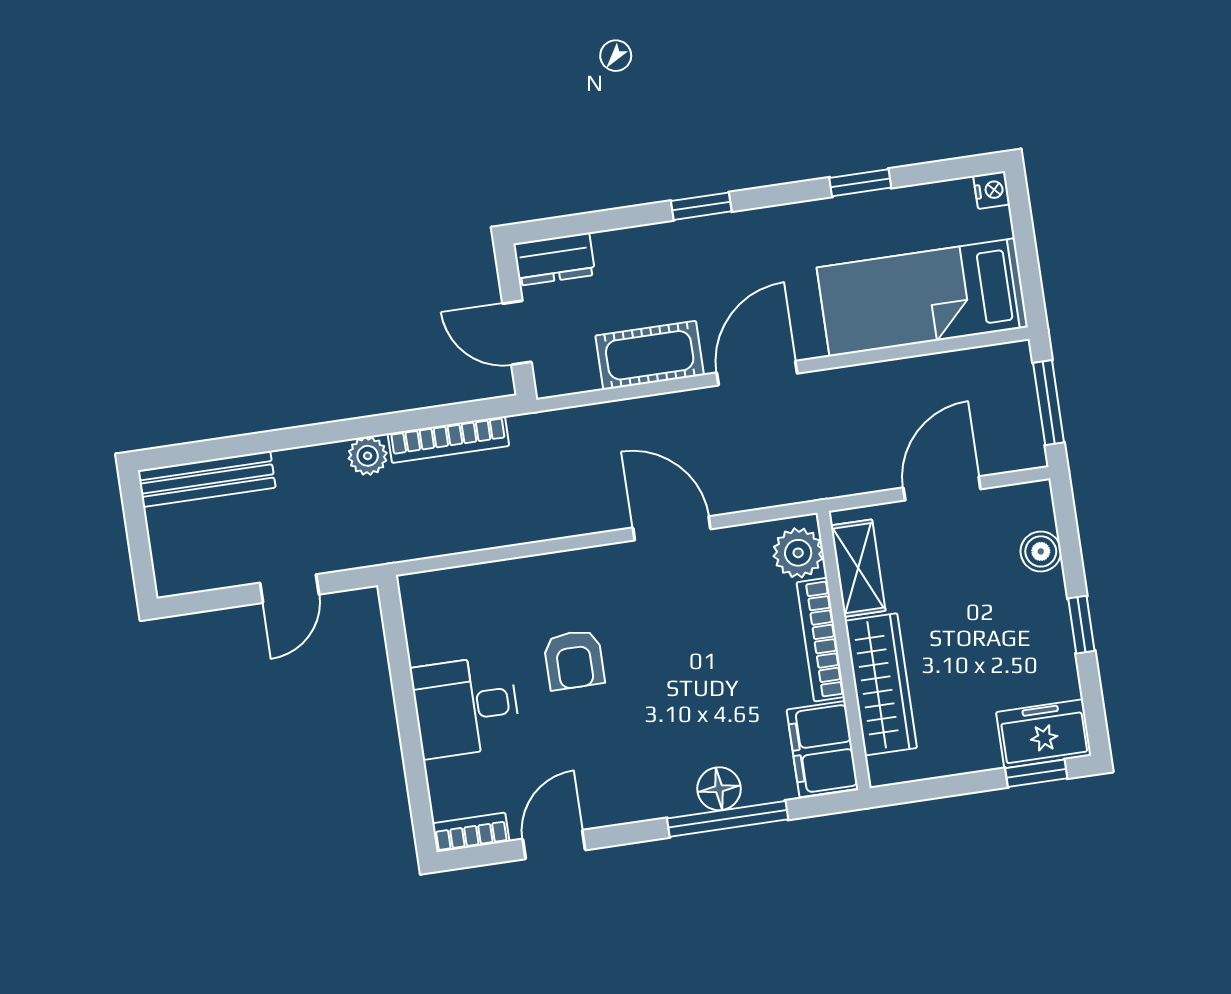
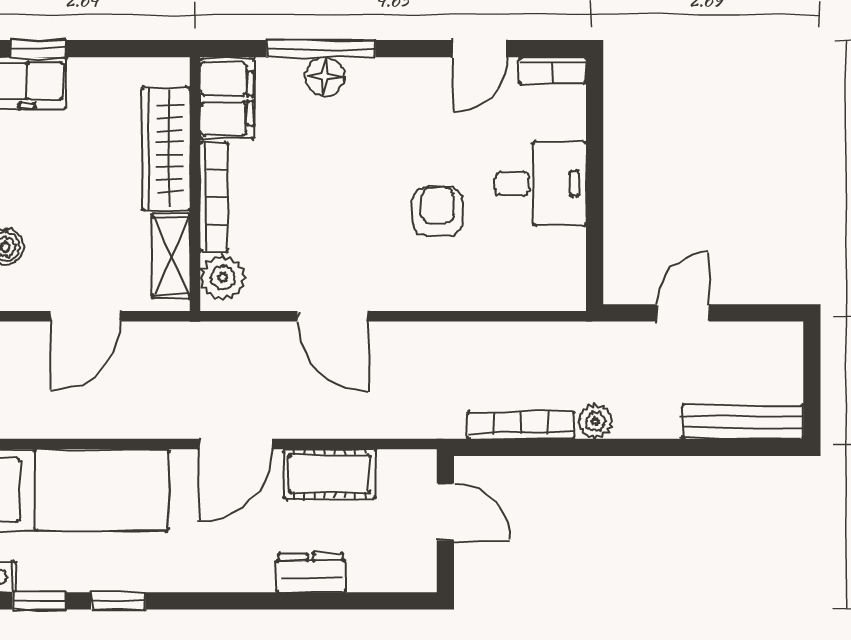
window: (701, 206) -> (39, 601), moved
dresser: (554, 259) -> (311, 573), moved

